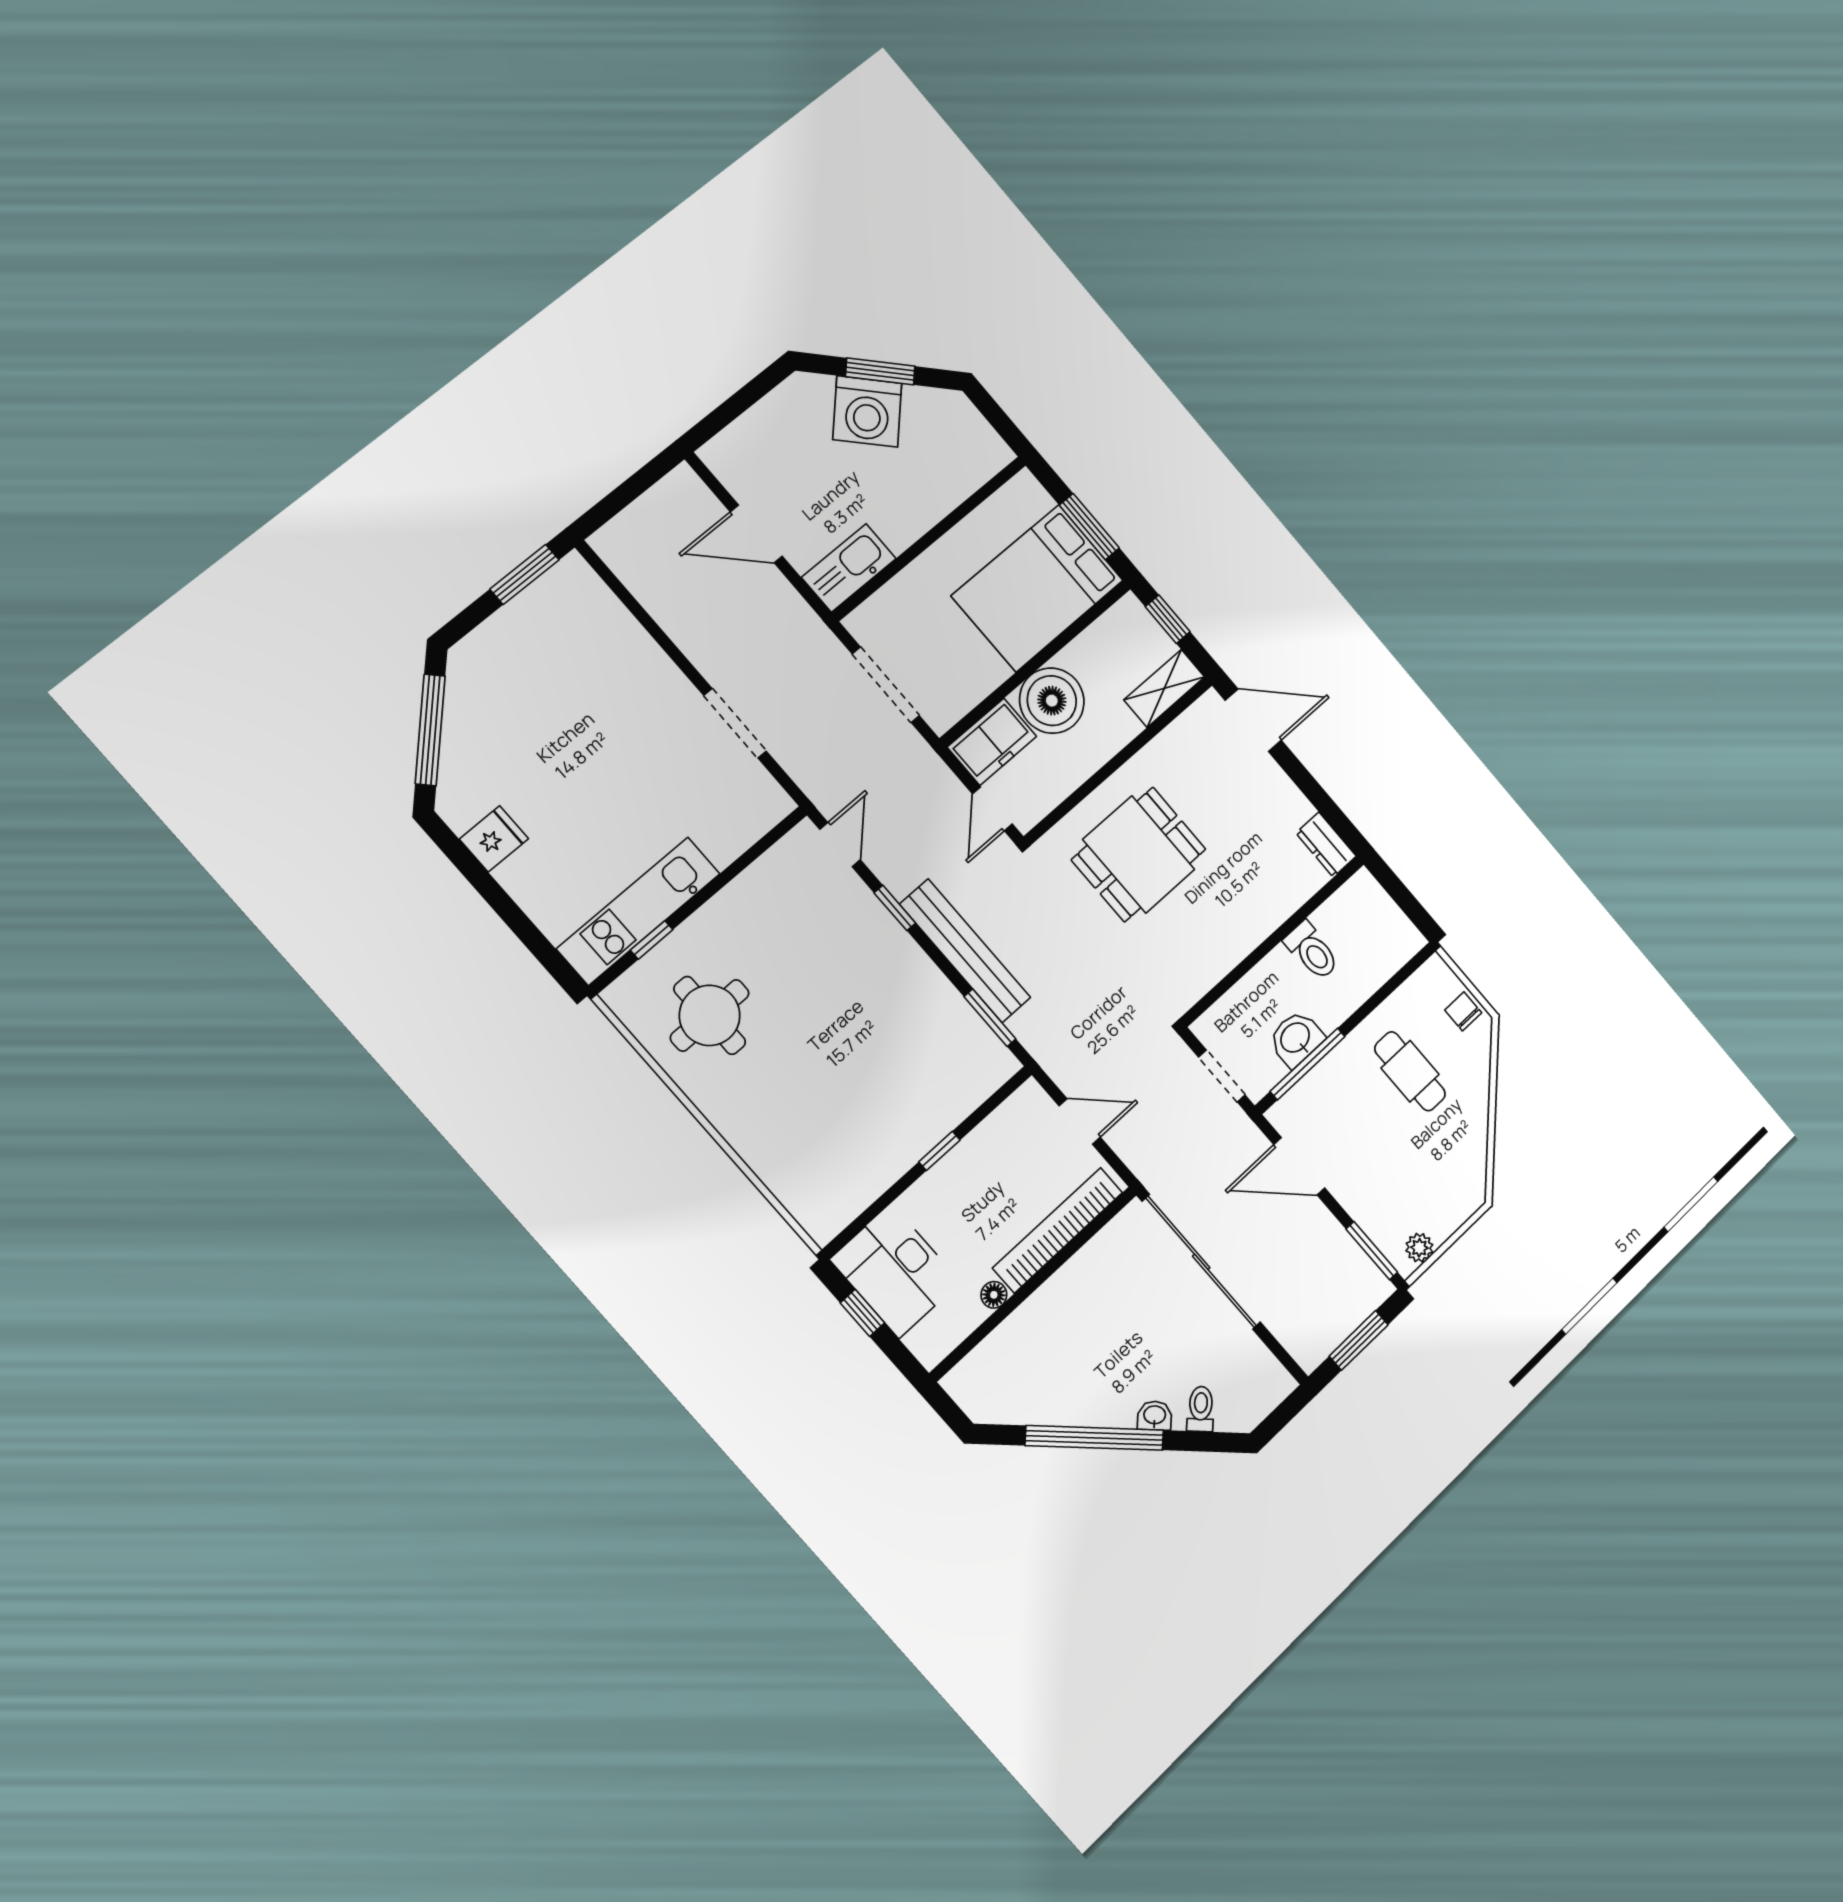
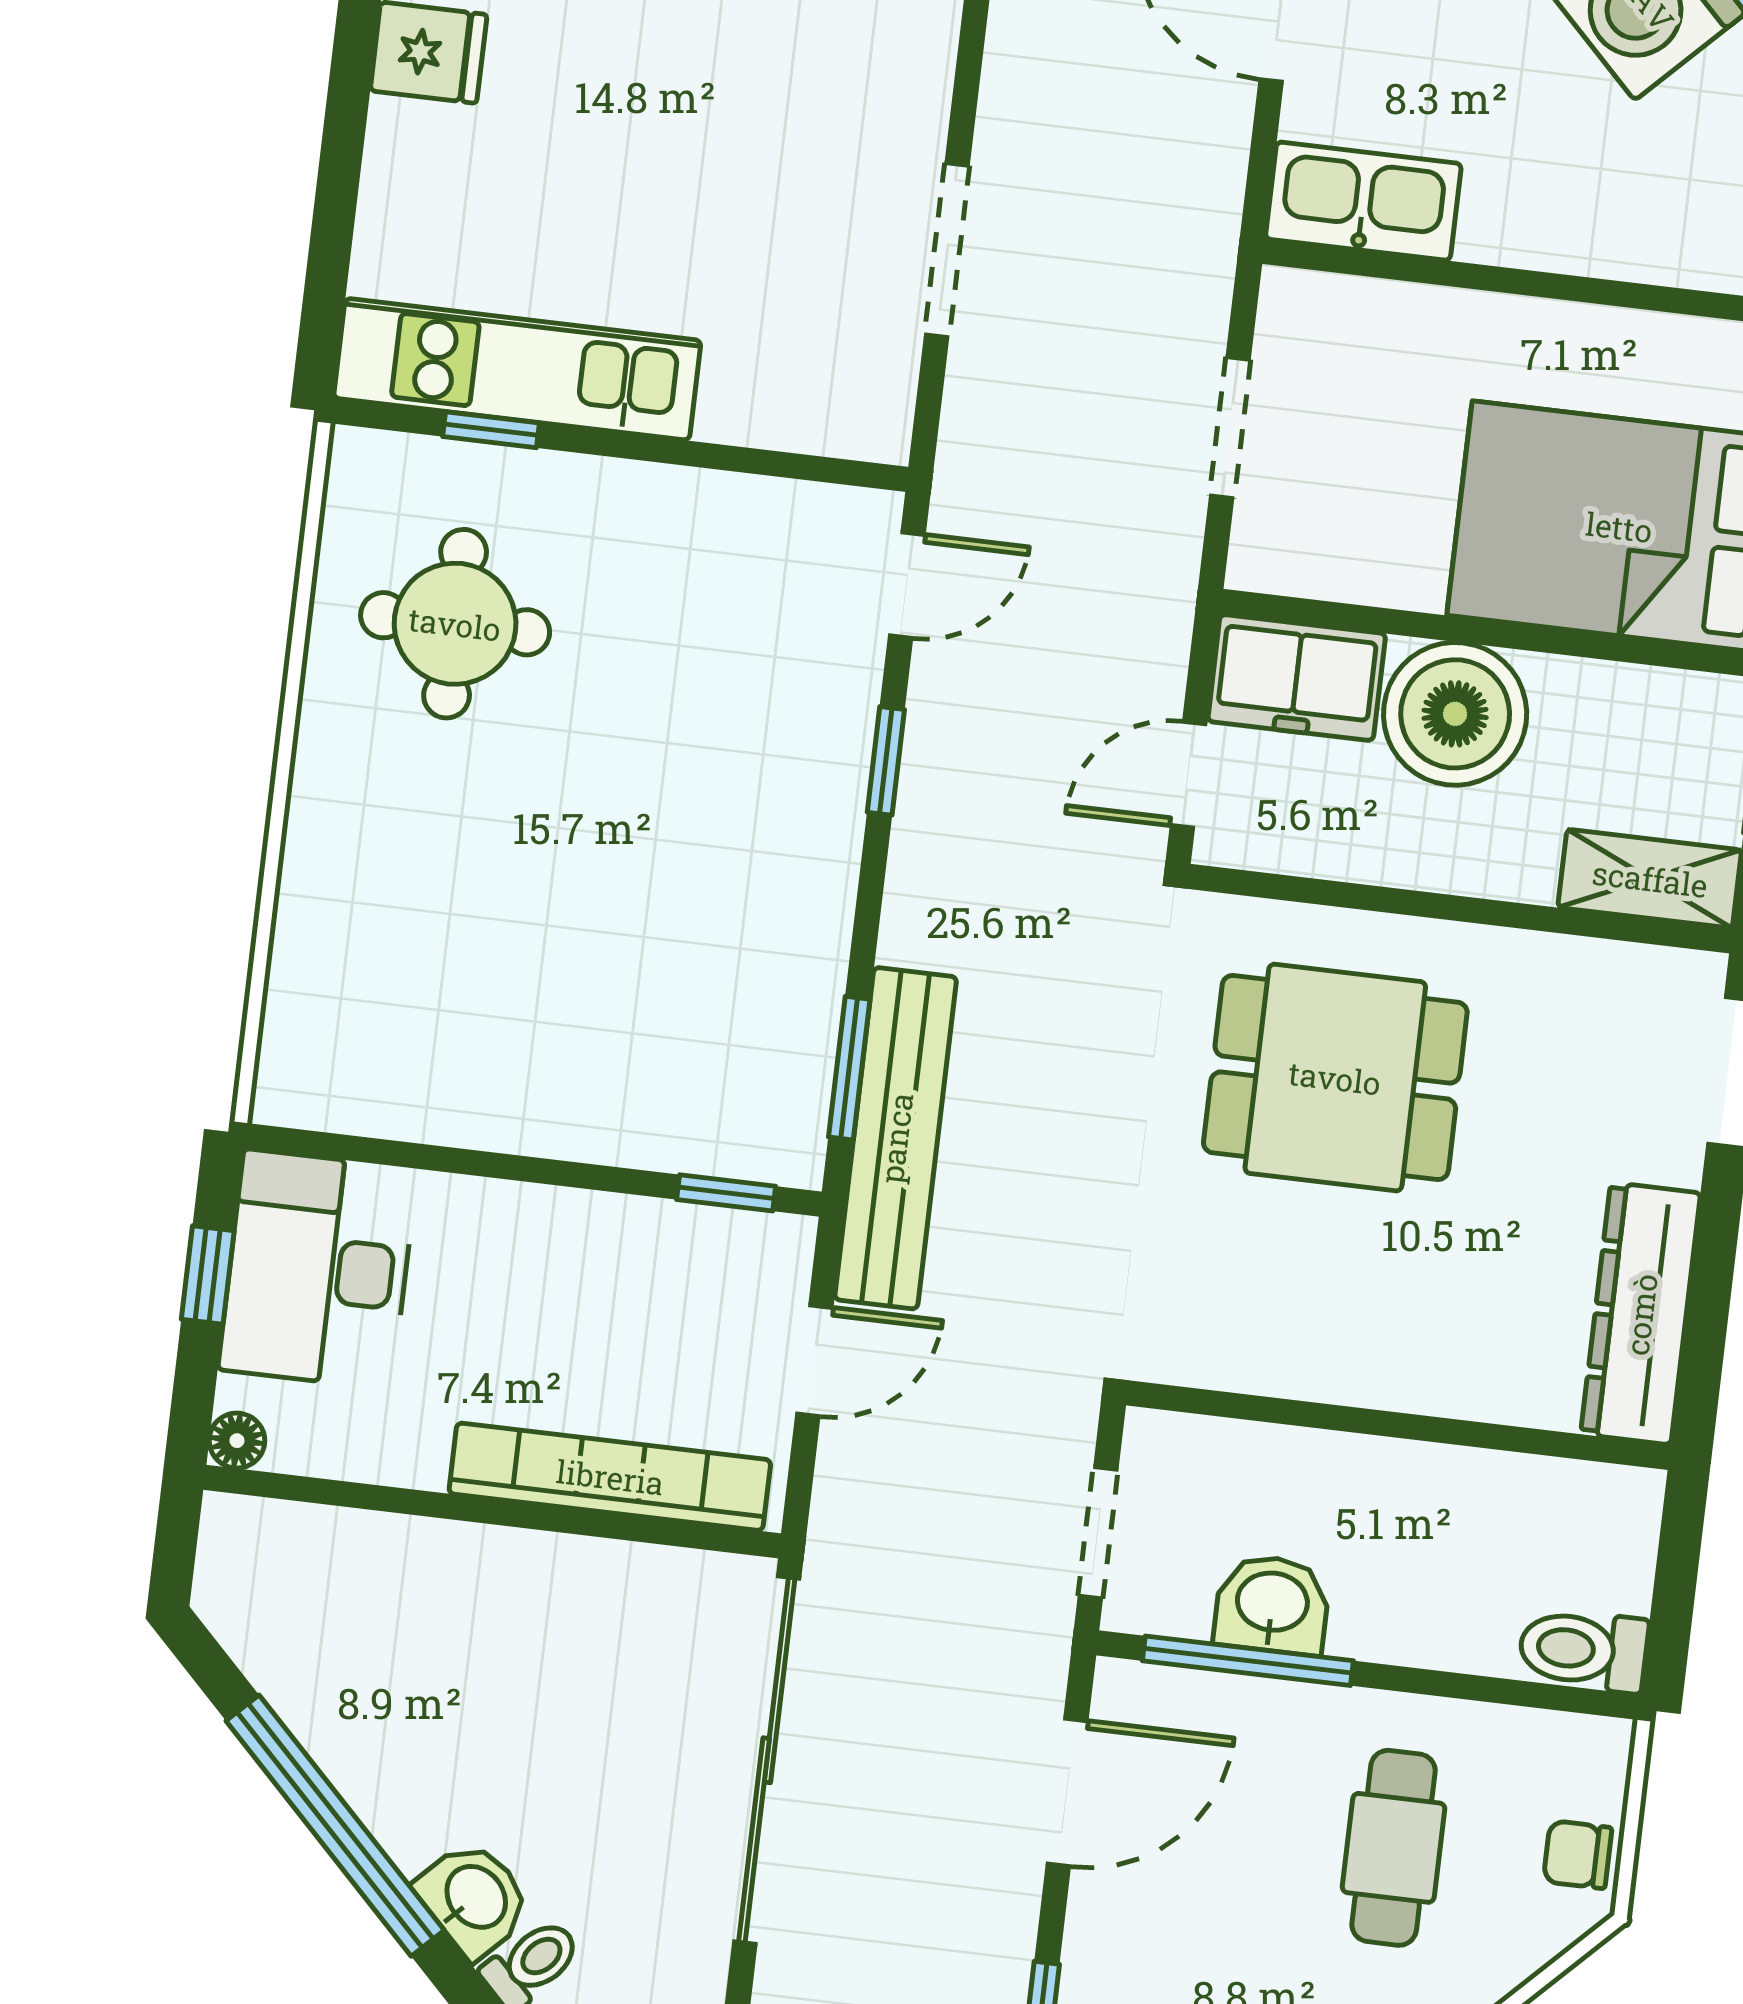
doorway: (886, 685) -> (1230, 428), width x0.73
dresser: (1326, 845) -> (1641, 1314), width x1.96, depth x1.24
bench: (965, 951) -> (896, 1138), moved
toilet: (1312, 951) -> (1583, 1650), moved, turned 90
chair: (1463, 1011) -> (1578, 1855), turned -90
door: (1080, 1121) -> (814, 1361), hinge flipped
window: (939, 1151) -> (726, 1193), moved
door: (1299, 1166) -> (1067, 1792), swing flipped
floor lamp: (994, 1295) -> (237, 1441), moved
washbasin: (1155, 1416) -> (474, 1898), width x1.38, depth x1.45

